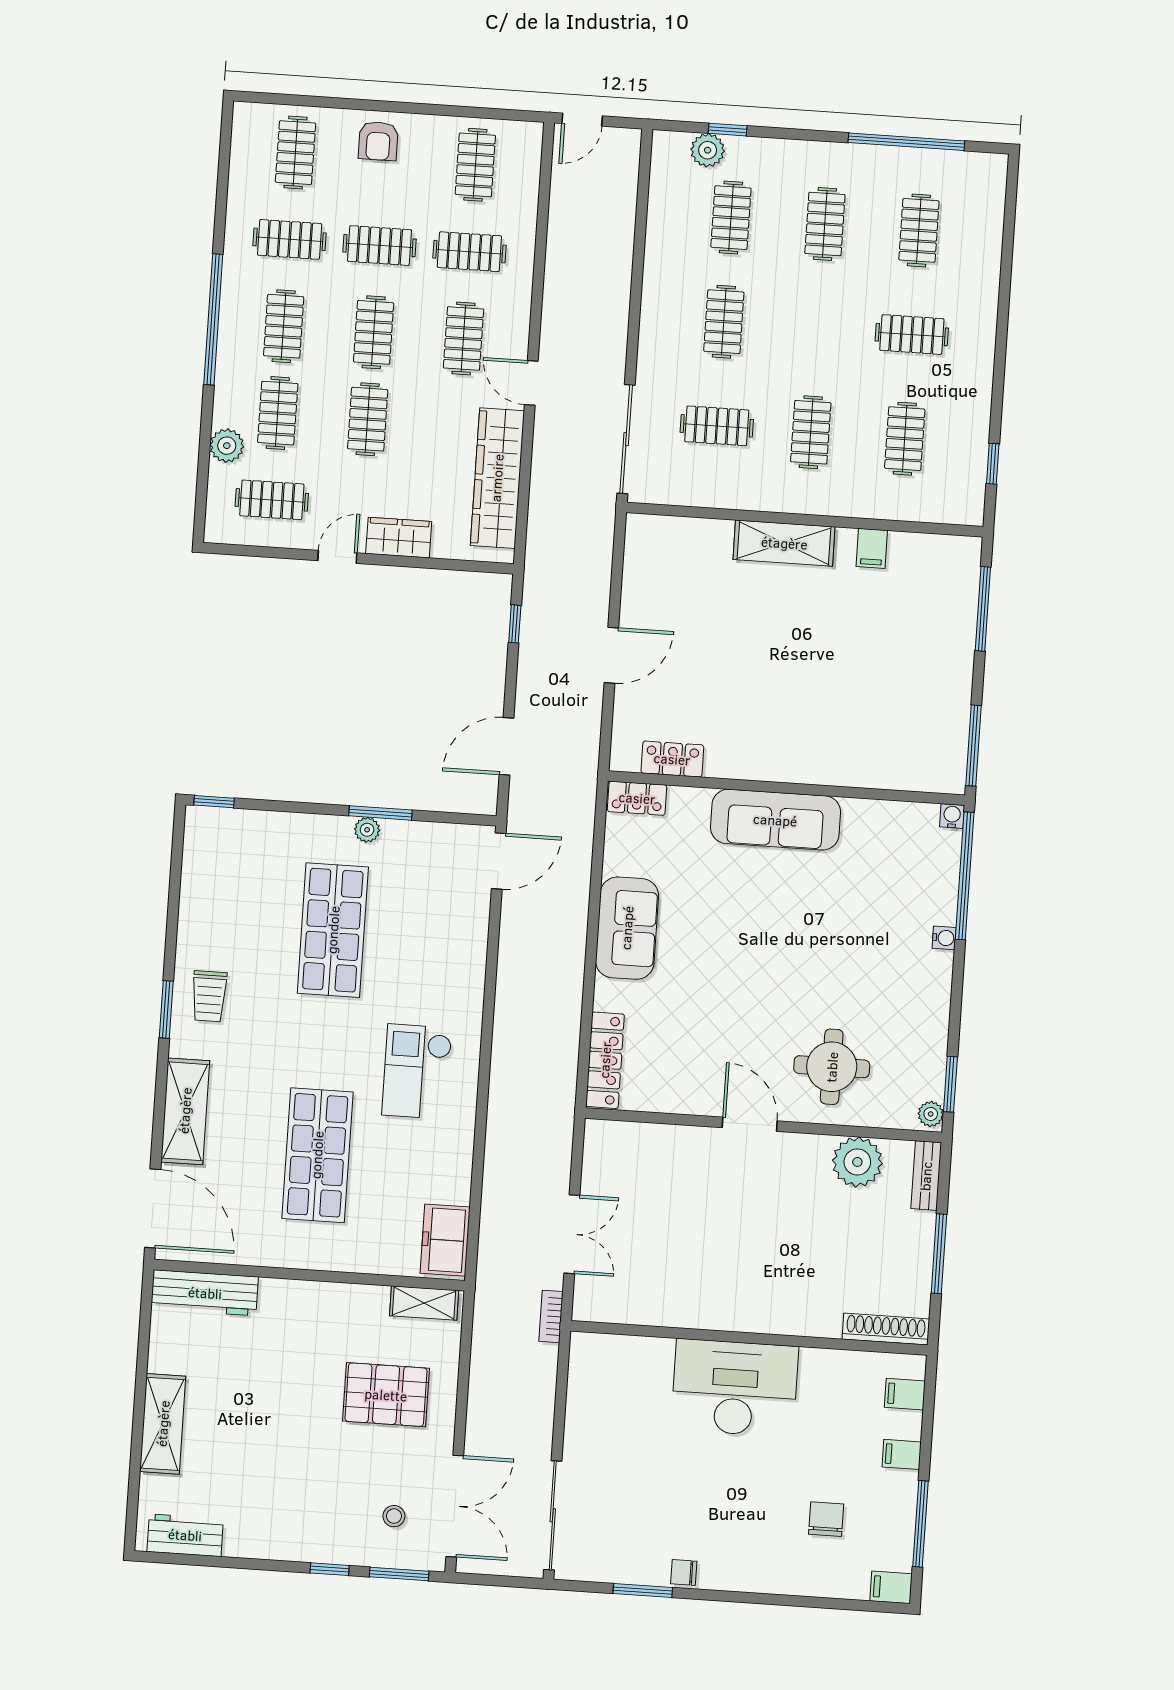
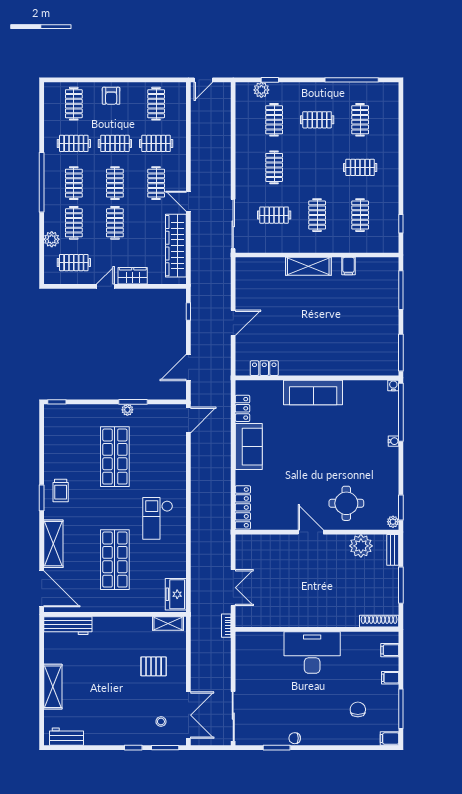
clothes rail: (825, 224) -> (317, 120), turned 90
locker: (637, 798) -> (242, 408), moved, turned -90
pallet: (386, 1395) -> (154, 666), width x0.67, depth x0.71

